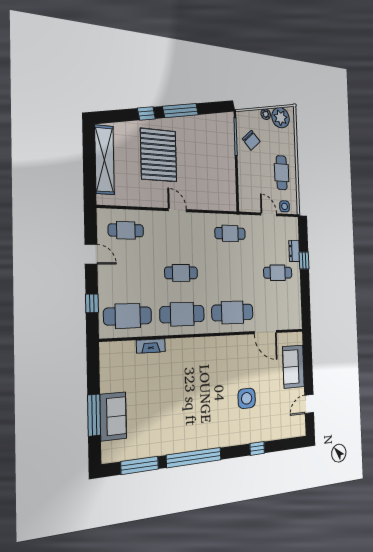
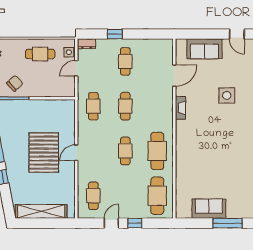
pallet: (159, 155) -> (44, 153), moved, turned 90
dresser: (294, 251) -> (86, 44), moved
window: (92, 303) -> (135, 223), moved
cafe table: (232, 312) -> (125, 106), moved, width x0.73, depth x0.74
fireplace: (151, 346) -> (180, 108), moved
sofa: (113, 416) -> (209, 209), moved

